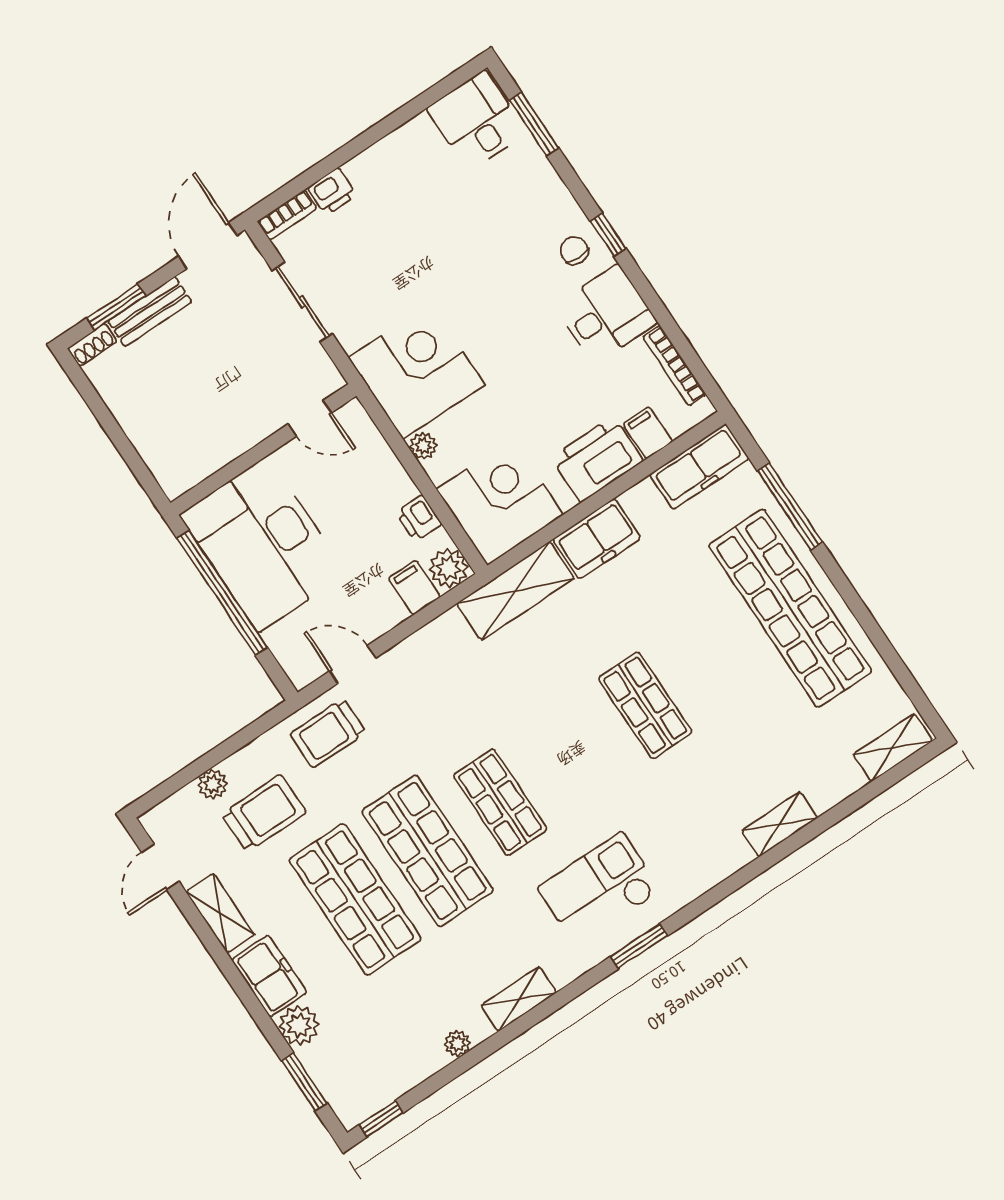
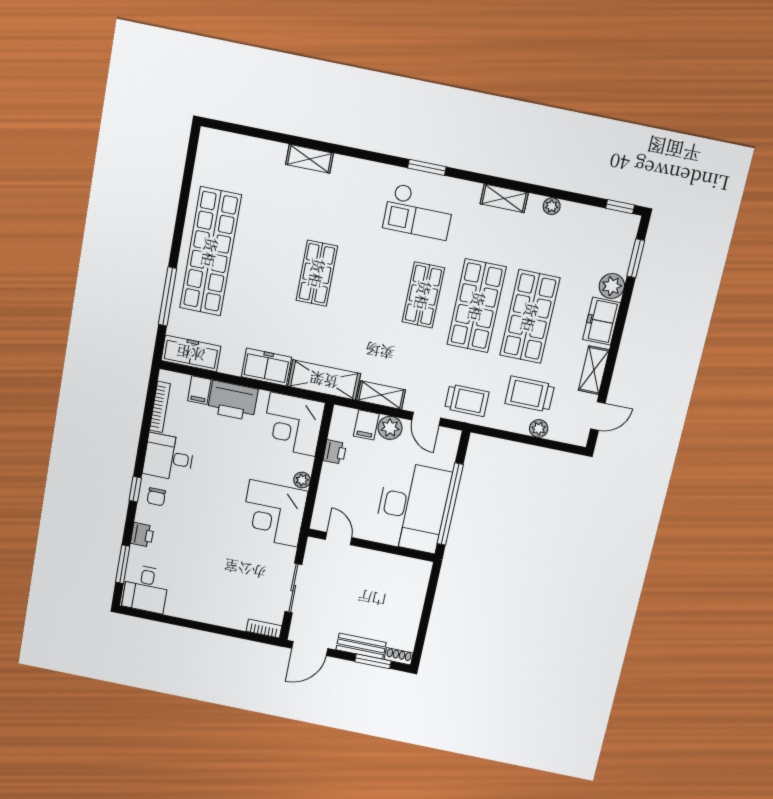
printer: (332, 191) -> (142, 535), moved, turned 90
plant: (449, 568) -> (390, 428), moved
shelving: (893, 748) -> (381, 395), moved

